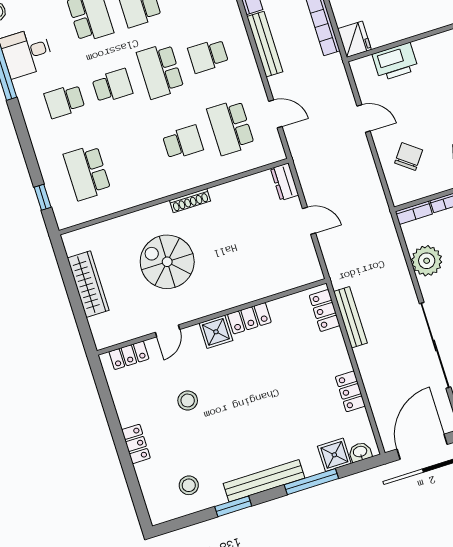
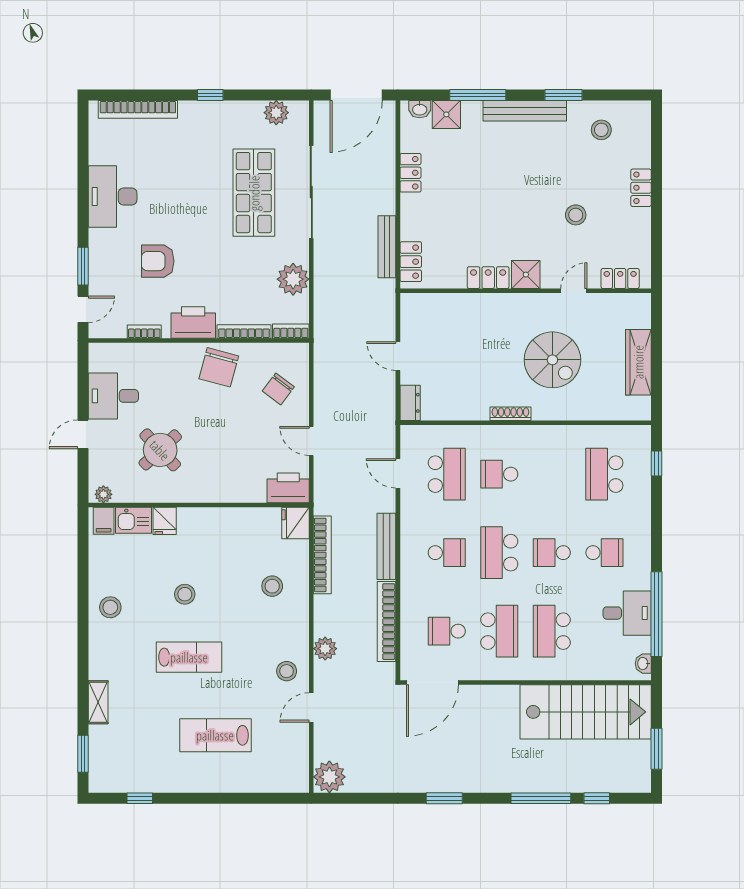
printer: (395, 62) -> (288, 488), moved
school desk: (160, 71) -> (499, 553), turned 180
school desk: (87, 173) -> (604, 474), turned 180

